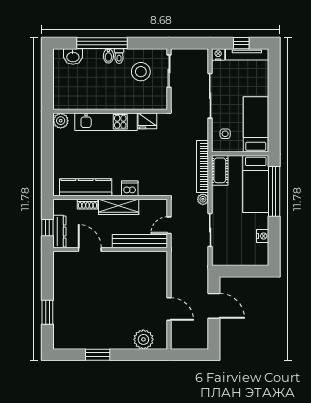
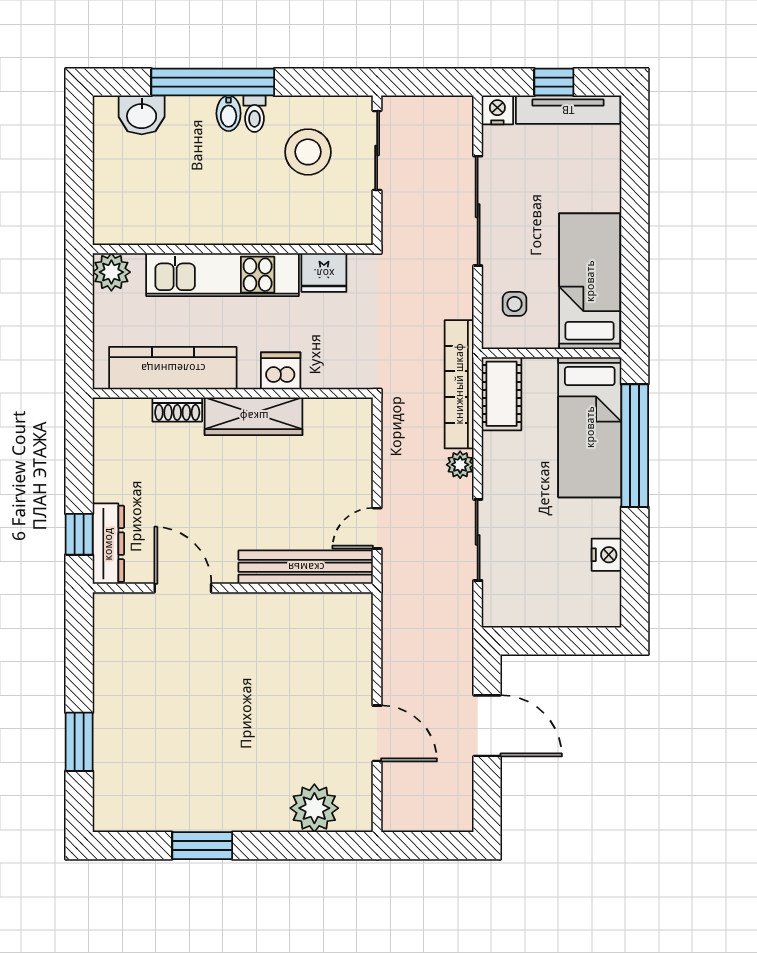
kitchen counter: (86, 187) -> (173, 368), moved
dishwasher: (130, 188) -> (281, 371), moved
wall: (110, 198) -> (233, 393), moved
shoe rack: (87, 204) -> (177, 409), moved
wardrobe: (119, 207) -> (254, 416), moved

